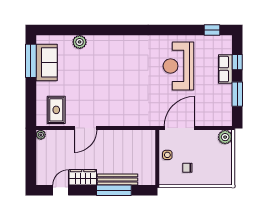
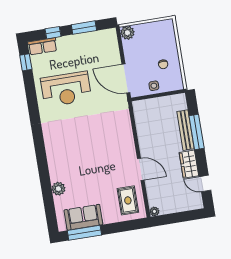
row of seats: (225, 69) -> (42, 46), moved
rug: (56, 110) -> (128, 200), turned 90

